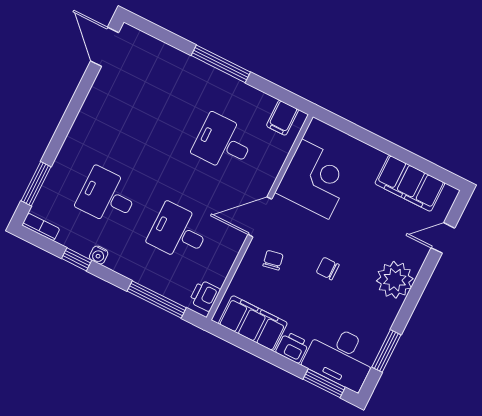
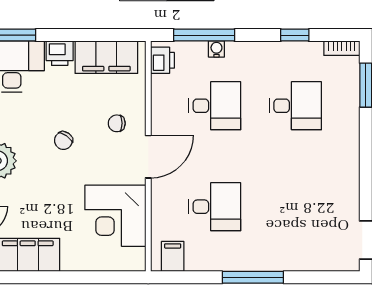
water cooler: (99, 255) -> (216, 49), moved
chair: (273, 260) -> (117, 123), turned 101
chair: (328, 269) -> (63, 141), turned 125

